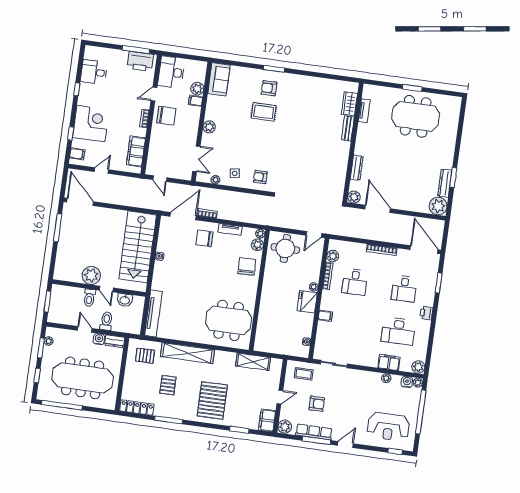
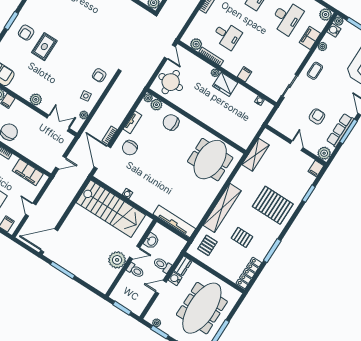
coffee table: (304, 374) -> (315, 71), moved
filing cabinet: (267, 420) -> (316, 169), width x0.50

